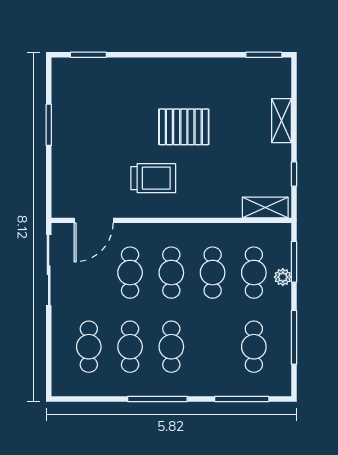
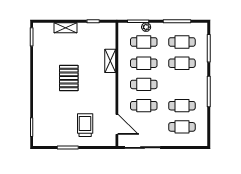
trolley: (153, 178) -> (85, 125), moved
shelving: (265, 207) -> (110, 61), moved
cafe table: (171, 347) -> (182, 63), moved

